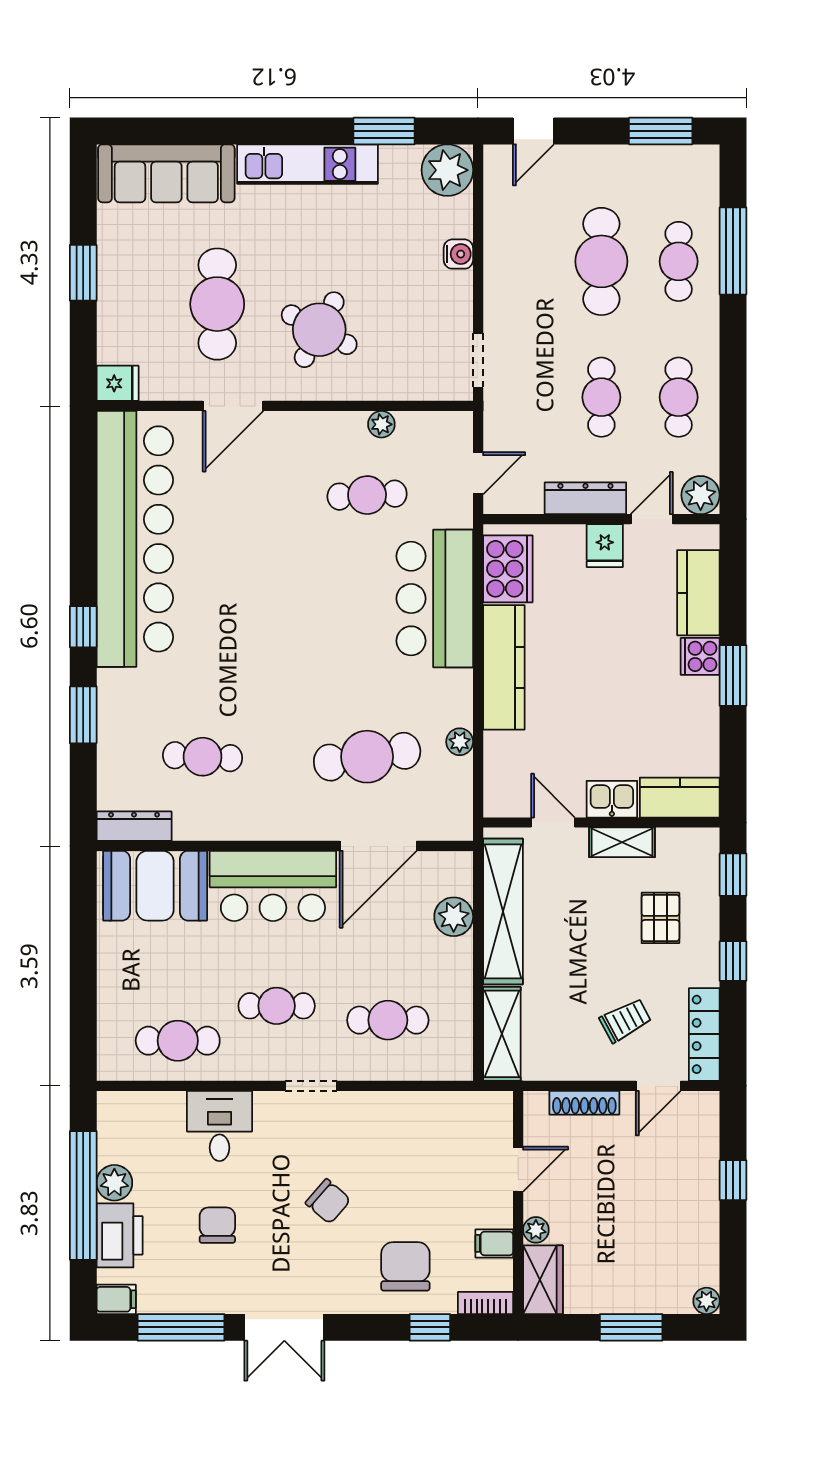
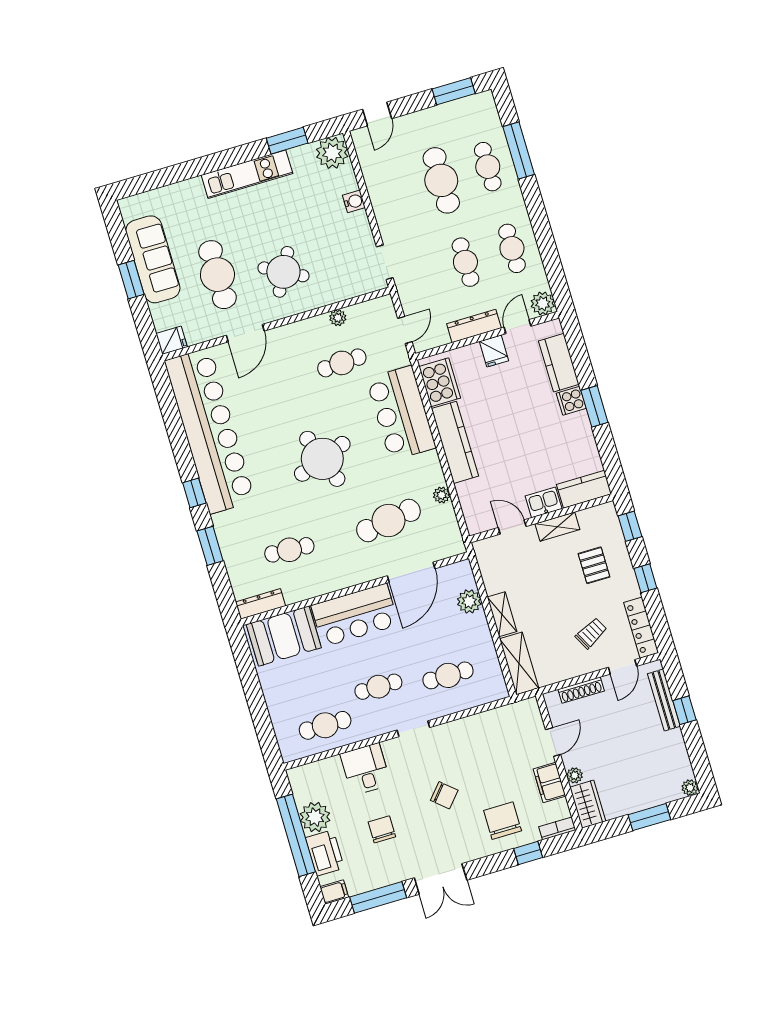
sofa: (166, 173) -> (153, 259), moved, turned -90
round table: (294, 633) -> (322, 459), added
shelving: (503, 911) -> (502, 614), width x0.45, depth x0.75
bench: (706, 1155) -> (664, 700), added
plant: (114, 1183) -> (315, 817), width x1.36, depth x1.36
filing cabinet: (494, 1243) -> (549, 782), width x2.00

